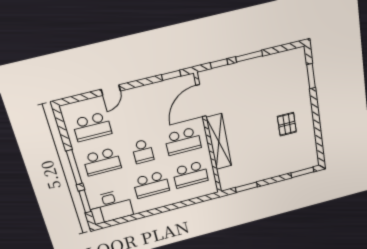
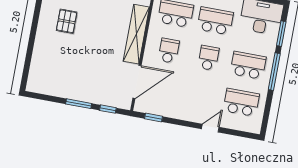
window: (311, 76) -> (28, 59), removed
school desk: (183, 141) -> (169, 51), width x0.54

